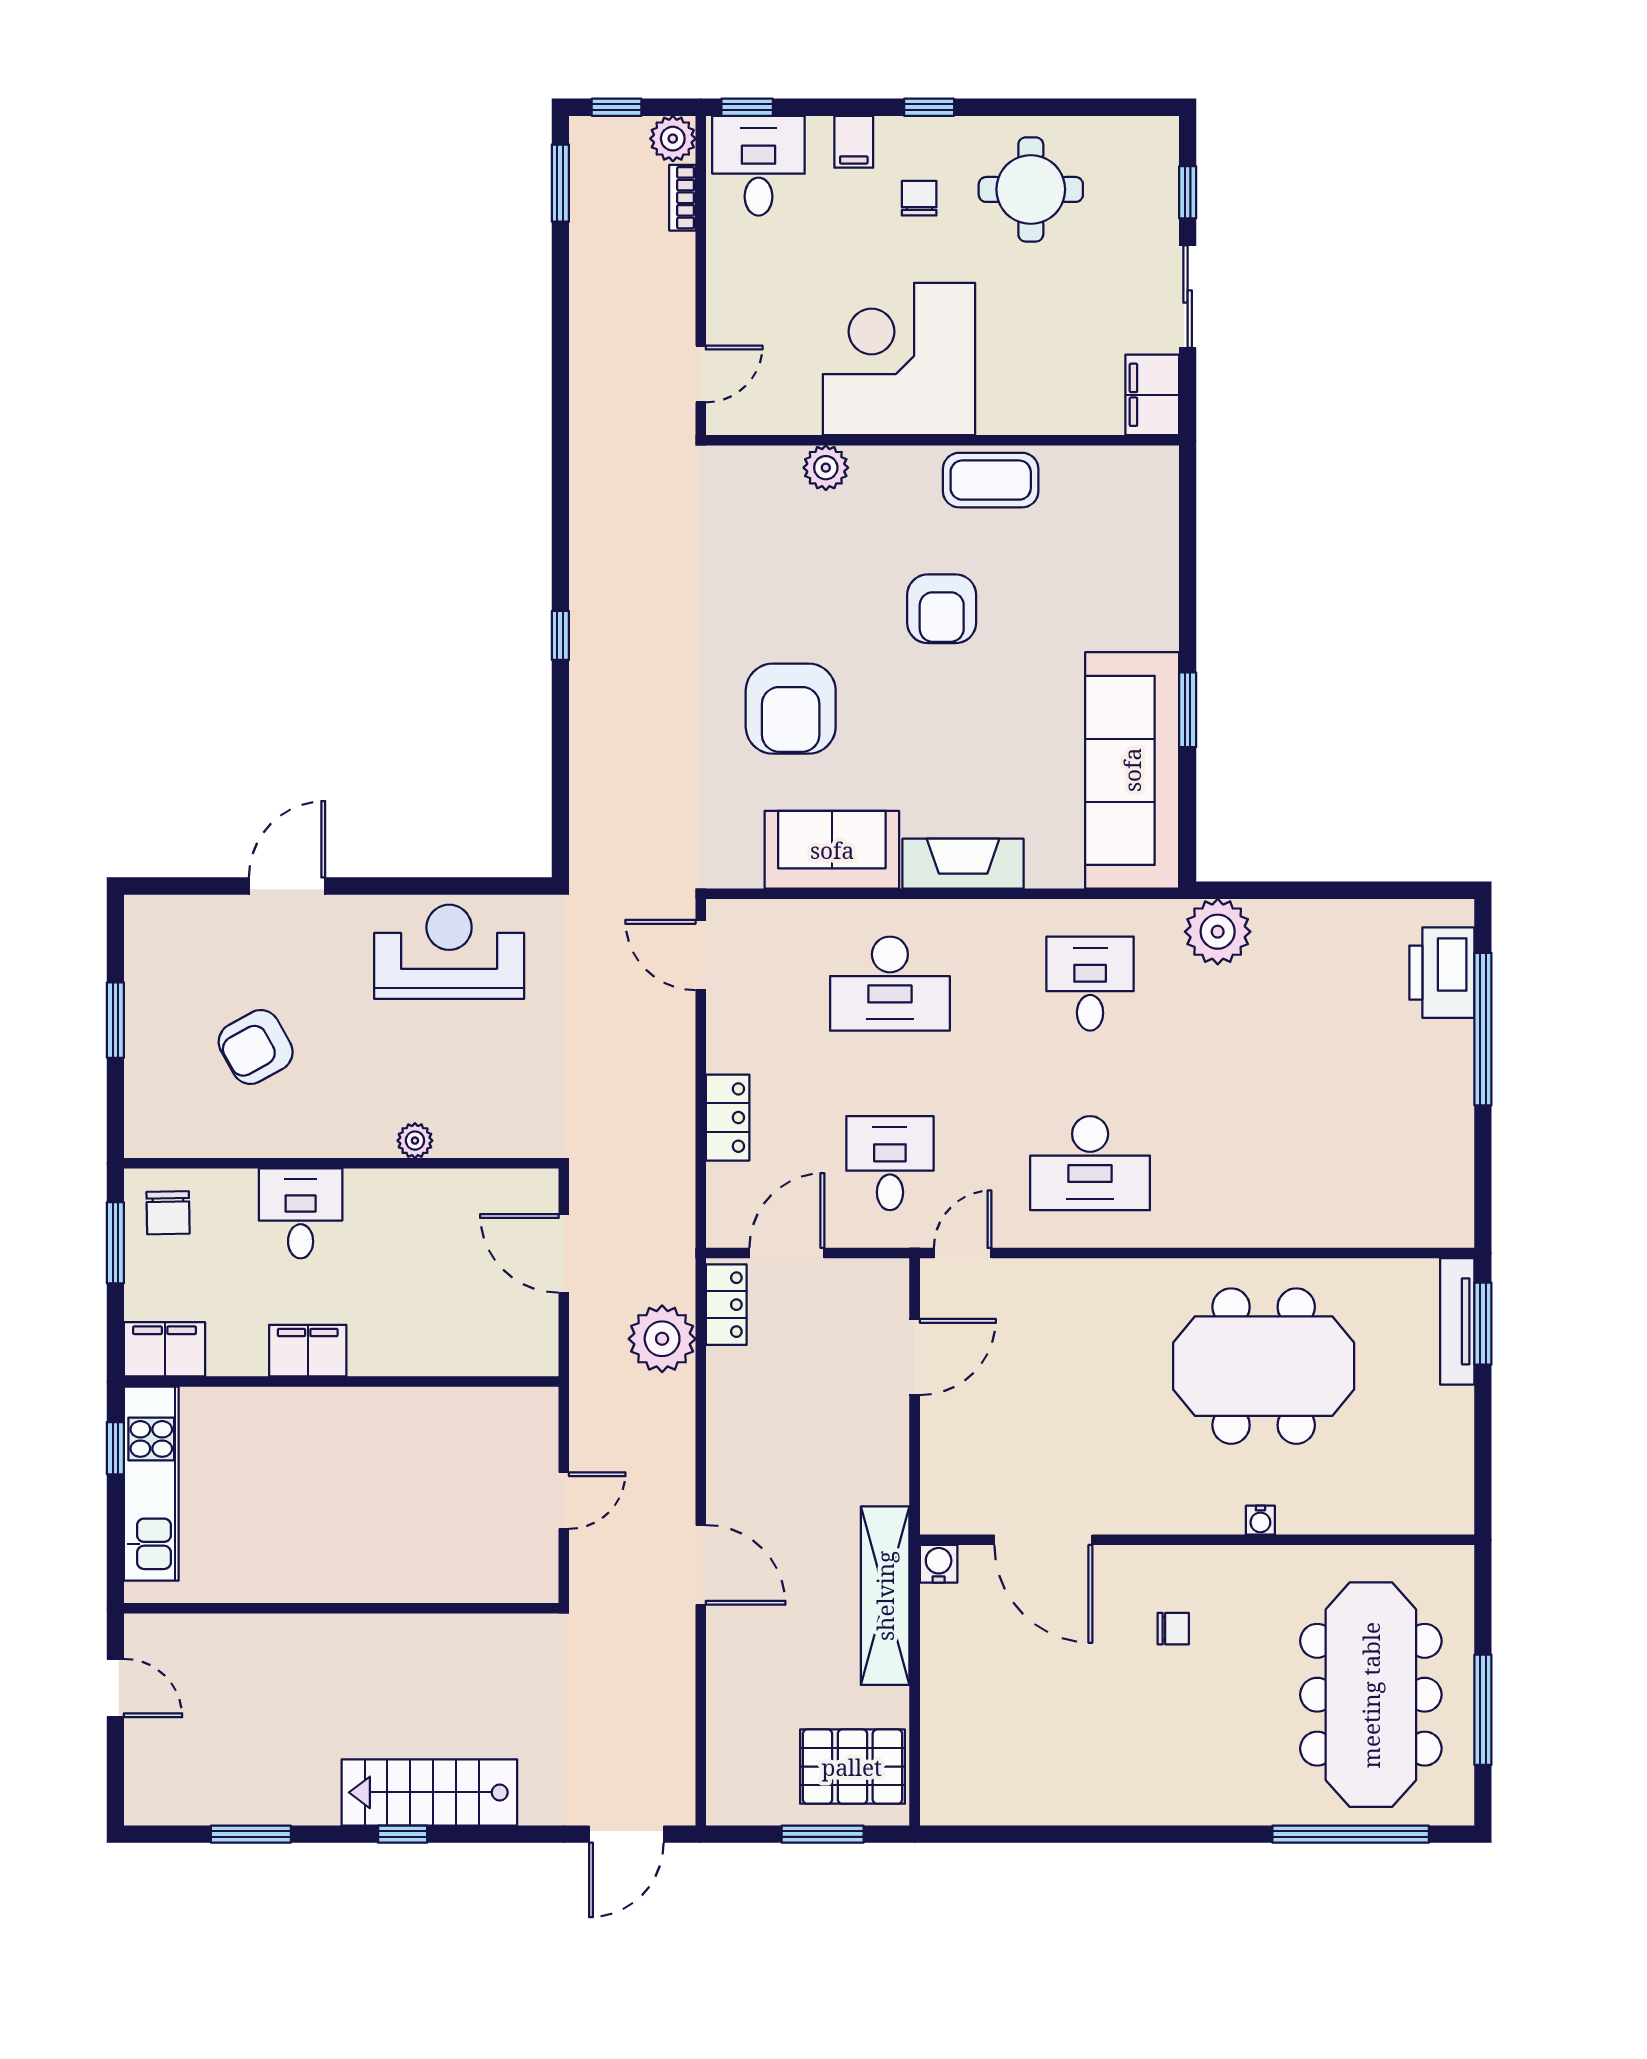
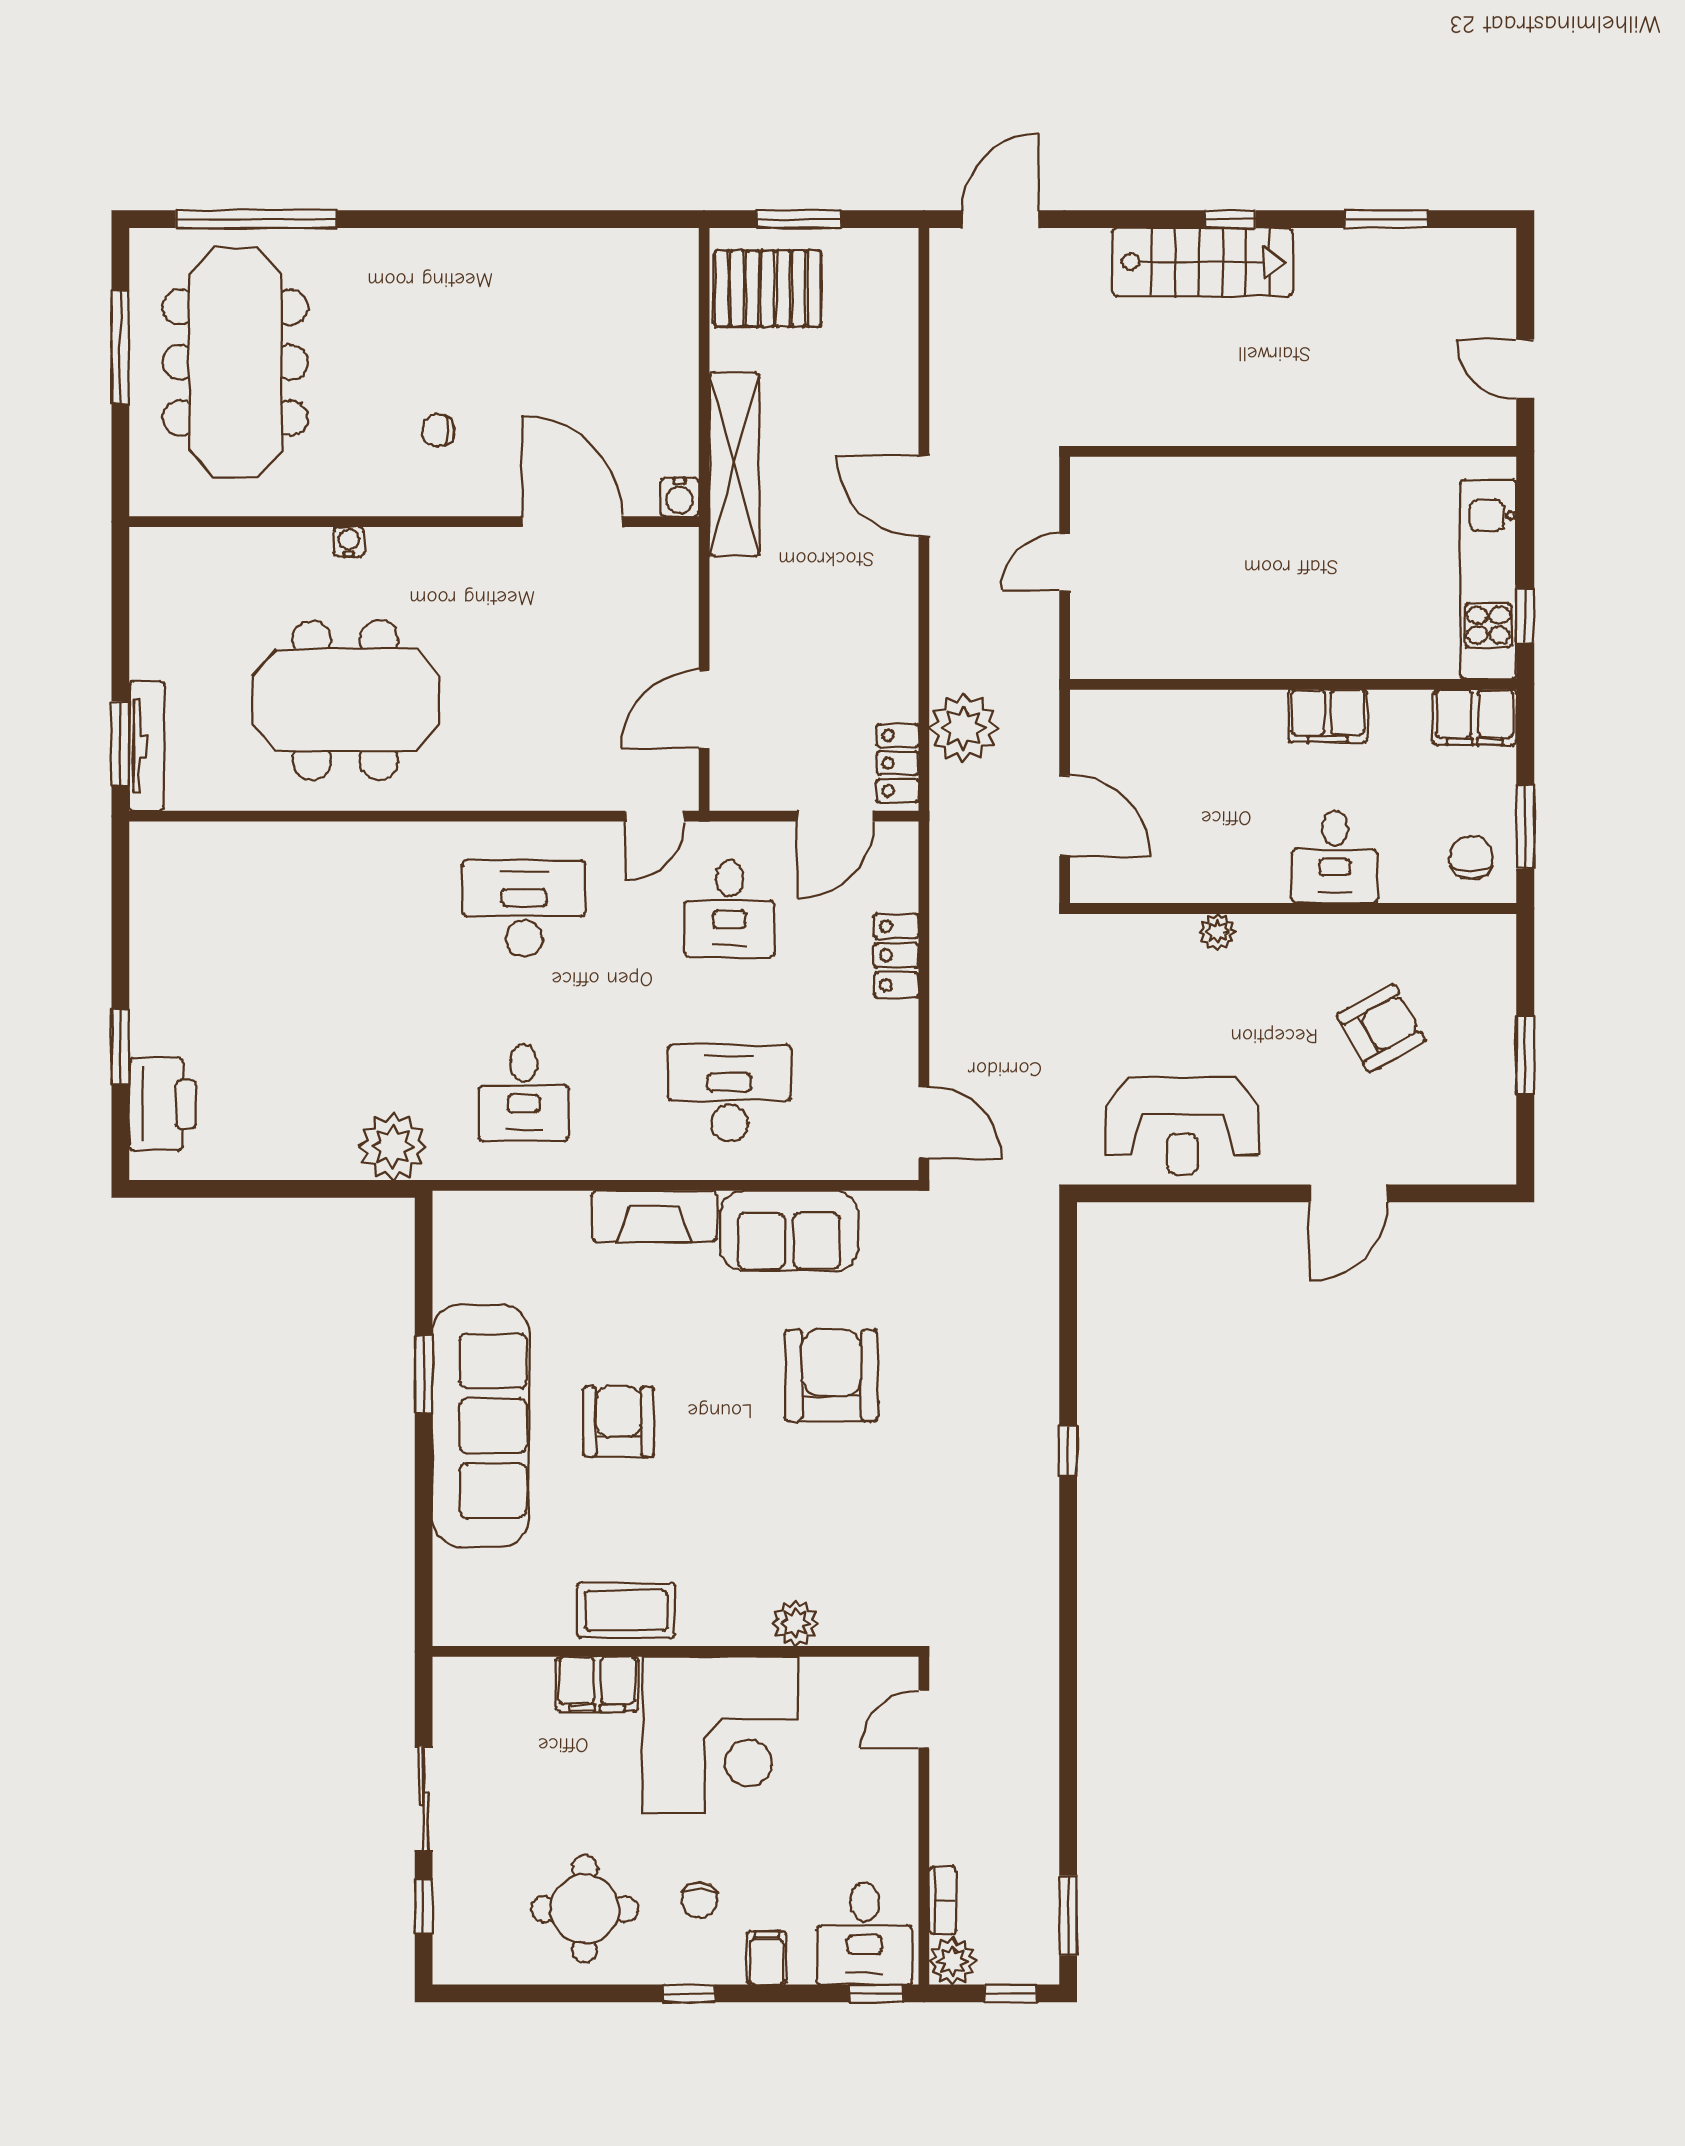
filing cabinet: (1152, 395) -> (597, 1684), moved, turned 90
armchair: (942, 609) -> (618, 1422), moved
sofa: (1132, 770) -> (481, 1426), moved
window: (1483, 1029) -> (120, 1046), width x0.47

